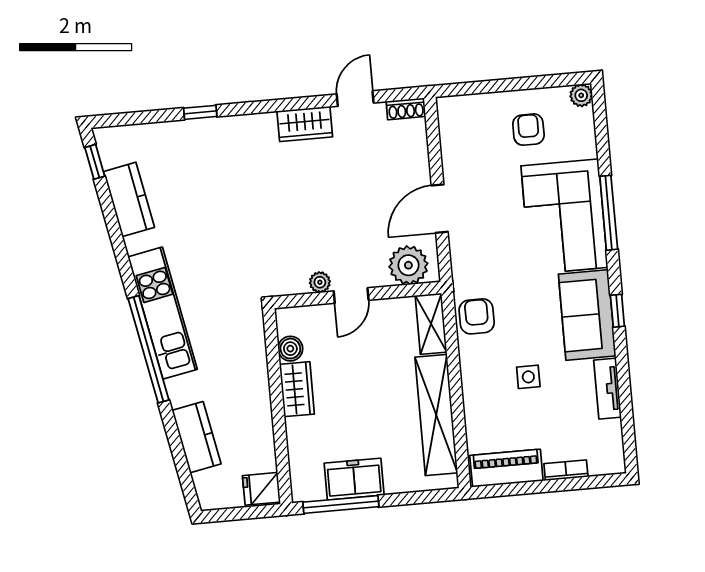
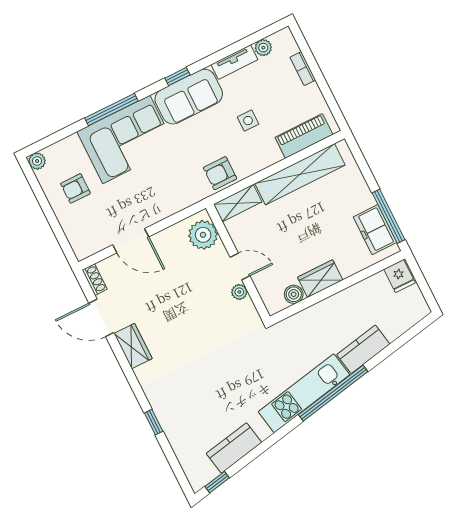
door: (355, 98) -> (101, 318), width x1.38
door: (440, 209) -> (131, 241), moved
plant: (611, 431) -> (263, 48), added
kitchen counter: (196, 437) -> (363, 349), moved
piano: (506, 468) -> (304, 136), moved, turned 90
freezer: (354, 479) -> (375, 230), moved

